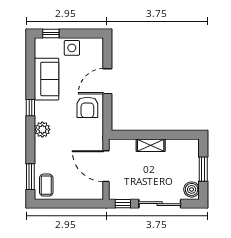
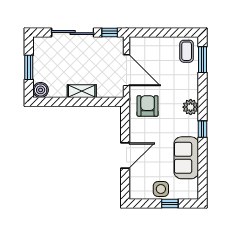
window: (51, 34) -> (170, 204), moved
armchair: (87, 107) -> (148, 106), moved
boiler: (192, 189) -> (41, 90), moved

